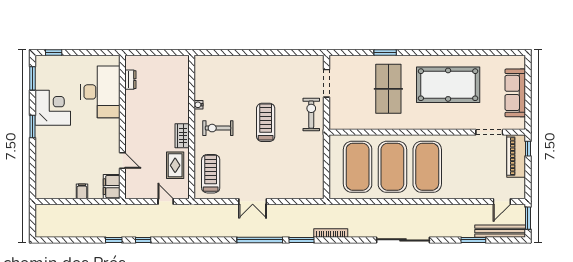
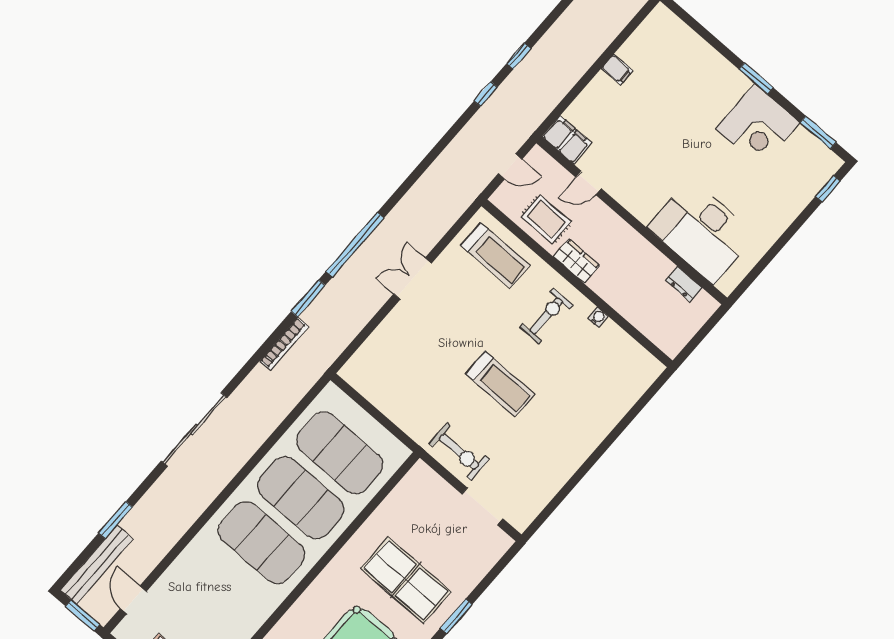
dresser: (130, 80) -> (684, 284), moved
desk: (100, 92) -> (702, 231), moved
wall: (122, 127) -> (632, 220), moved
door: (122, 161) -> (589, 183), moved
filing cabinet: (112, 187) -> (567, 140), moved

